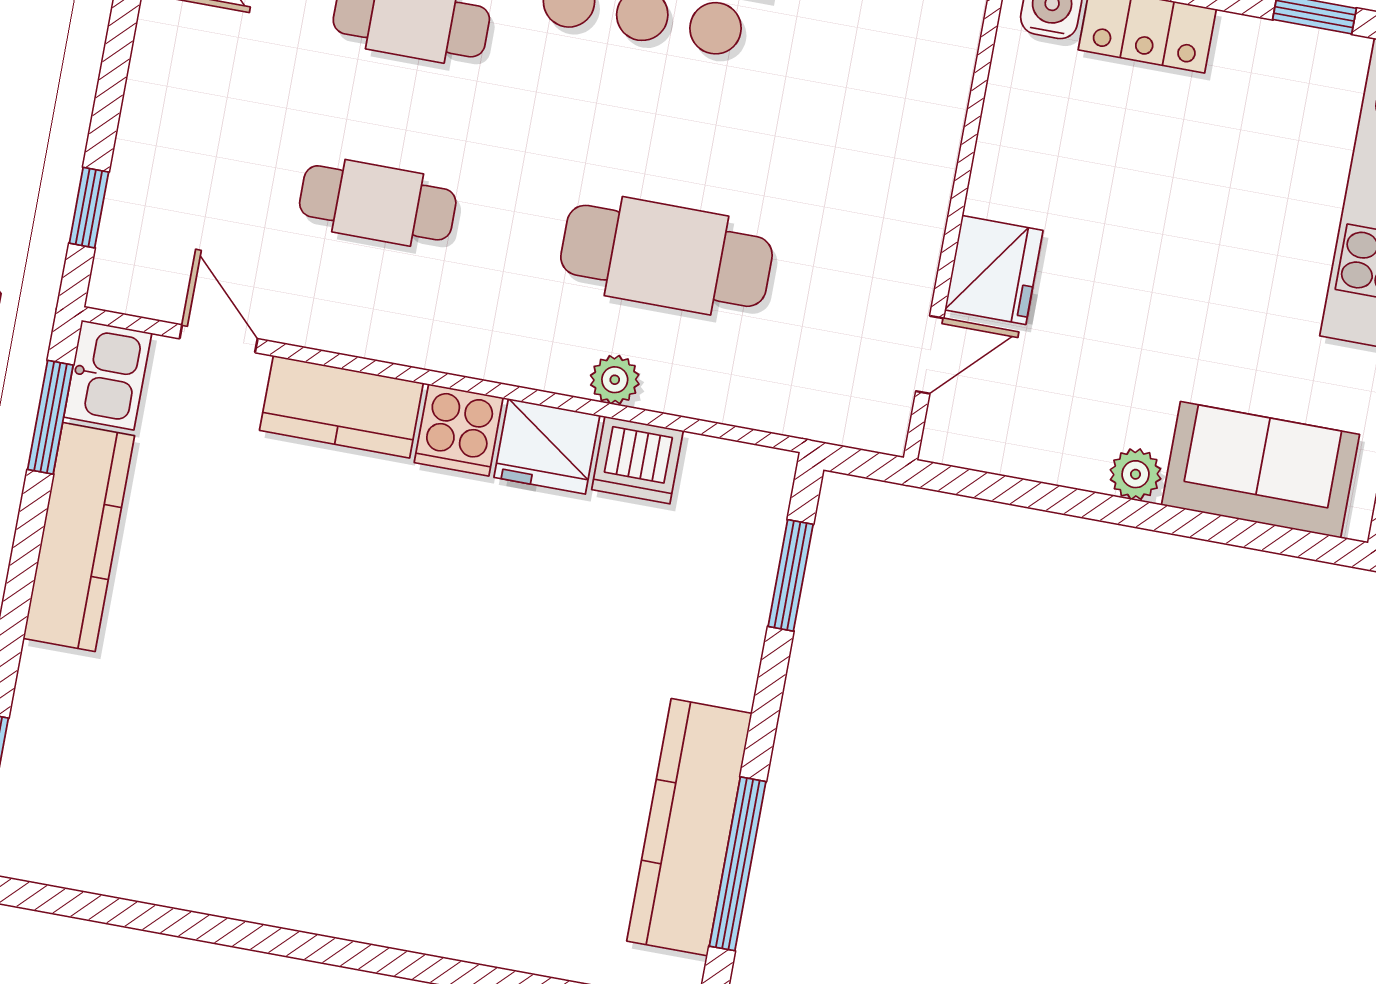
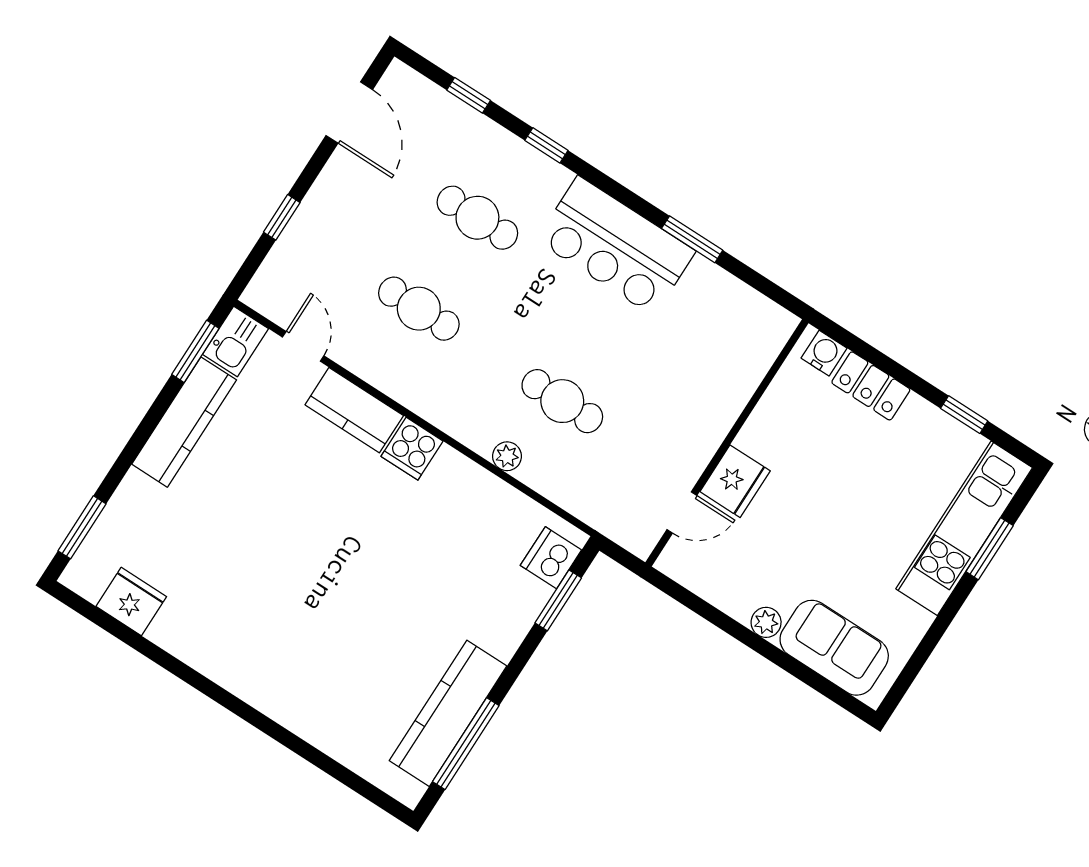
window: (89, 208) -> (282, 217), moved
cafe table: (666, 256) -> (562, 401), width x0.73, depth x0.74
fridge: (547, 446) -> (131, 601), moved, turned 180
dishwasher: (637, 460) -> (551, 558), moved, turned 90

